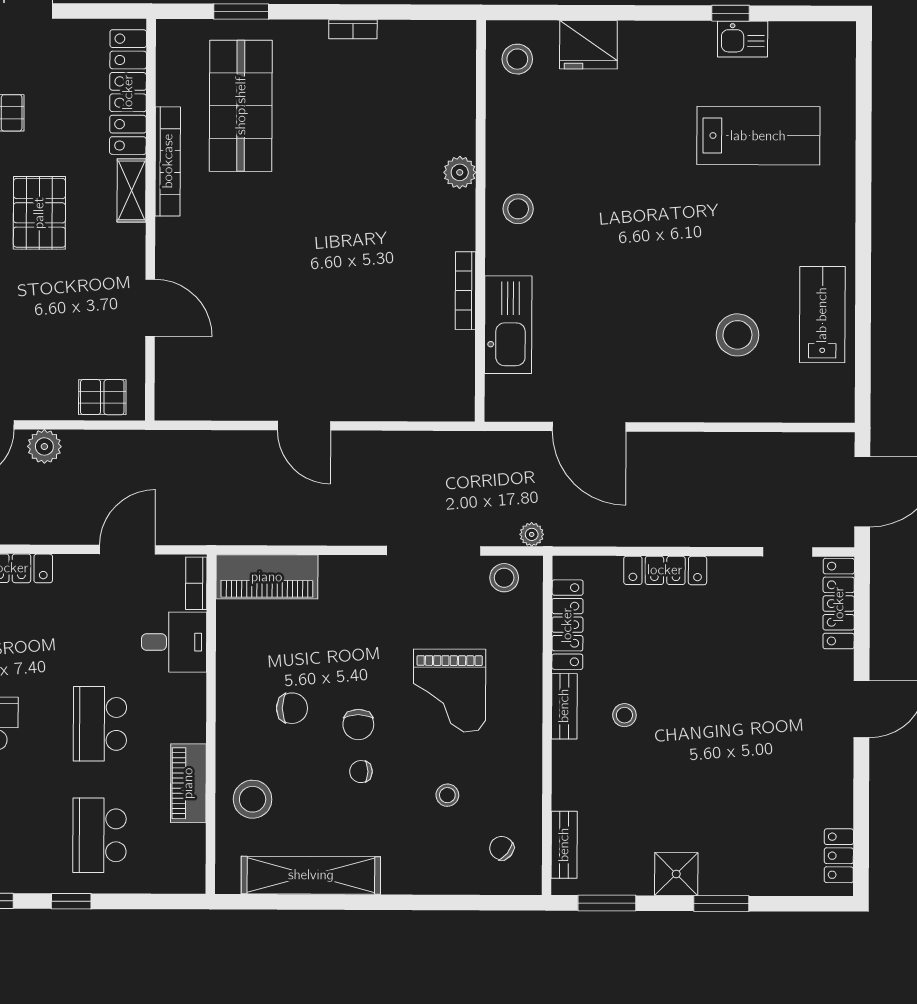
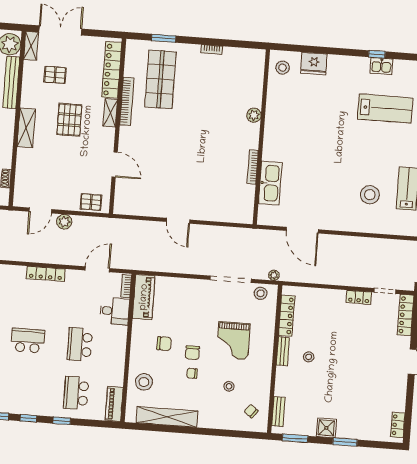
stool: (518, 209) -> (278, 133), removed
locker: (665, 570) -> (359, 297), moved, width x0.66
piano: (267, 577) -> (144, 297), moved, turned -90
piano: (188, 783) -> (114, 404), moved

